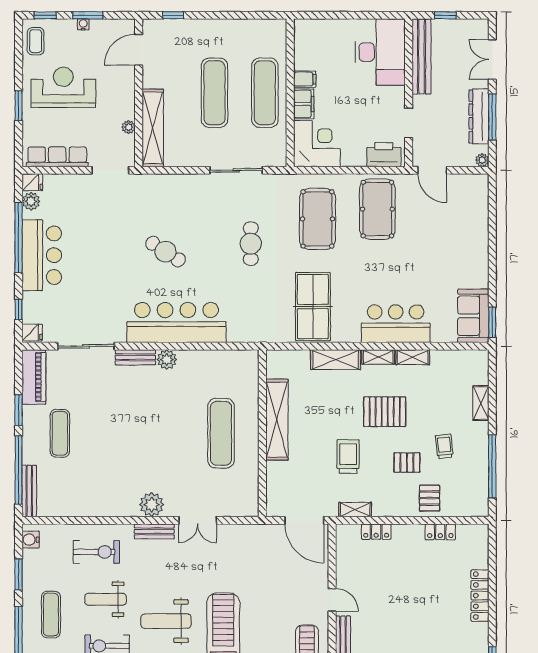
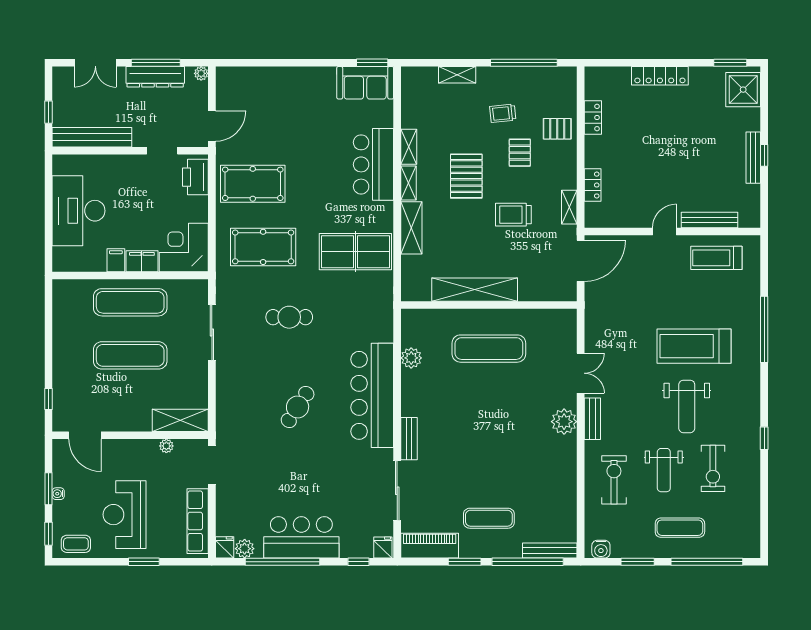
desk: (380, 52) -> (79, 211), moved, turned -90
shelving: (153, 128) -> (180, 420), width x0.68
plant: (167, 360) -> (411, 358), moved

